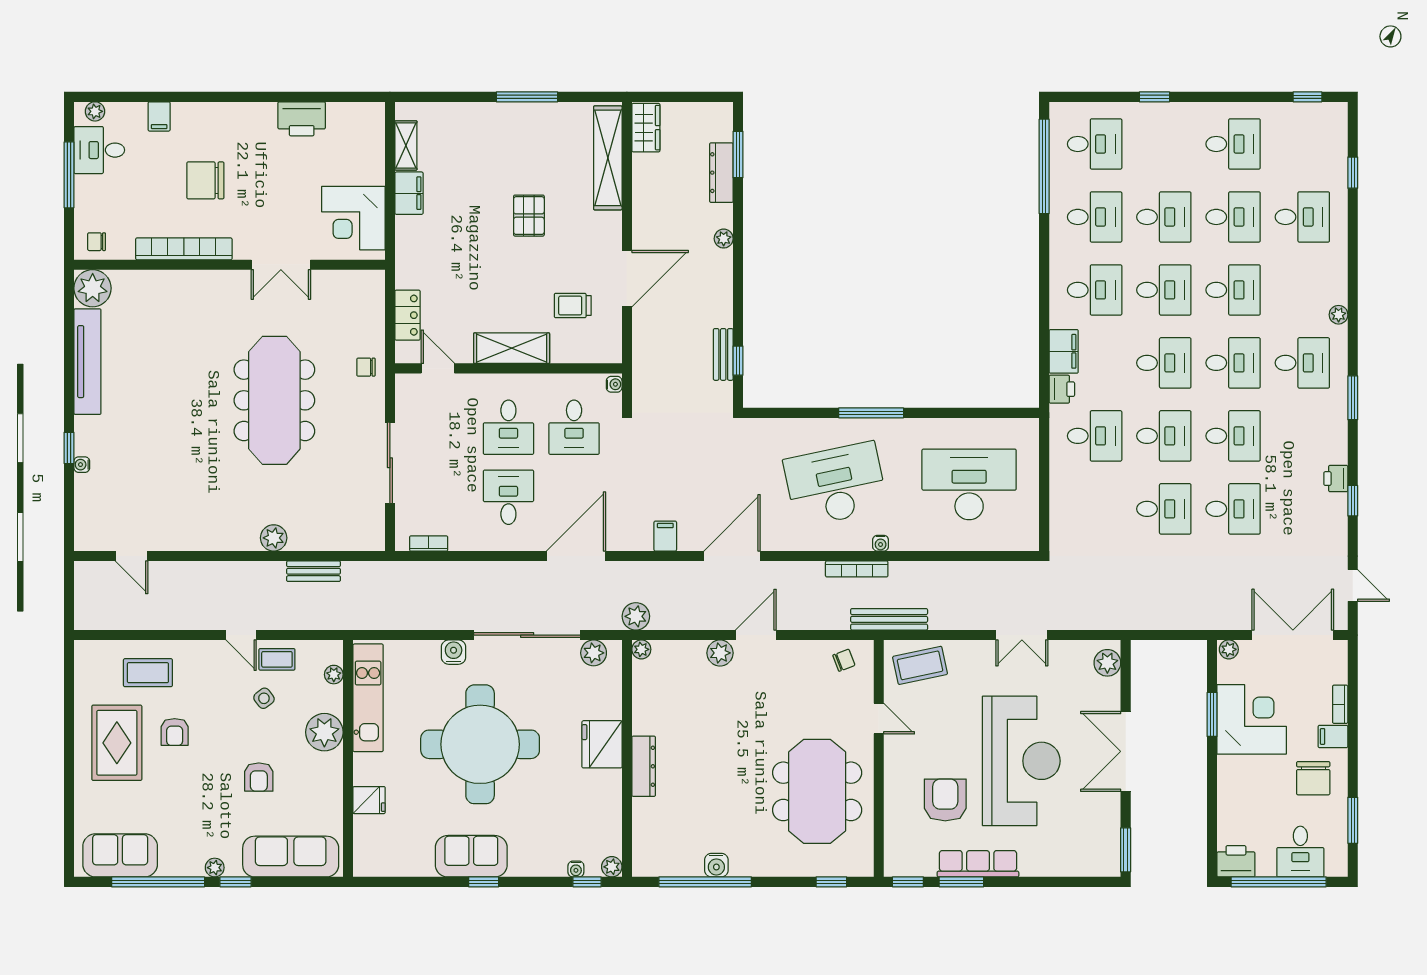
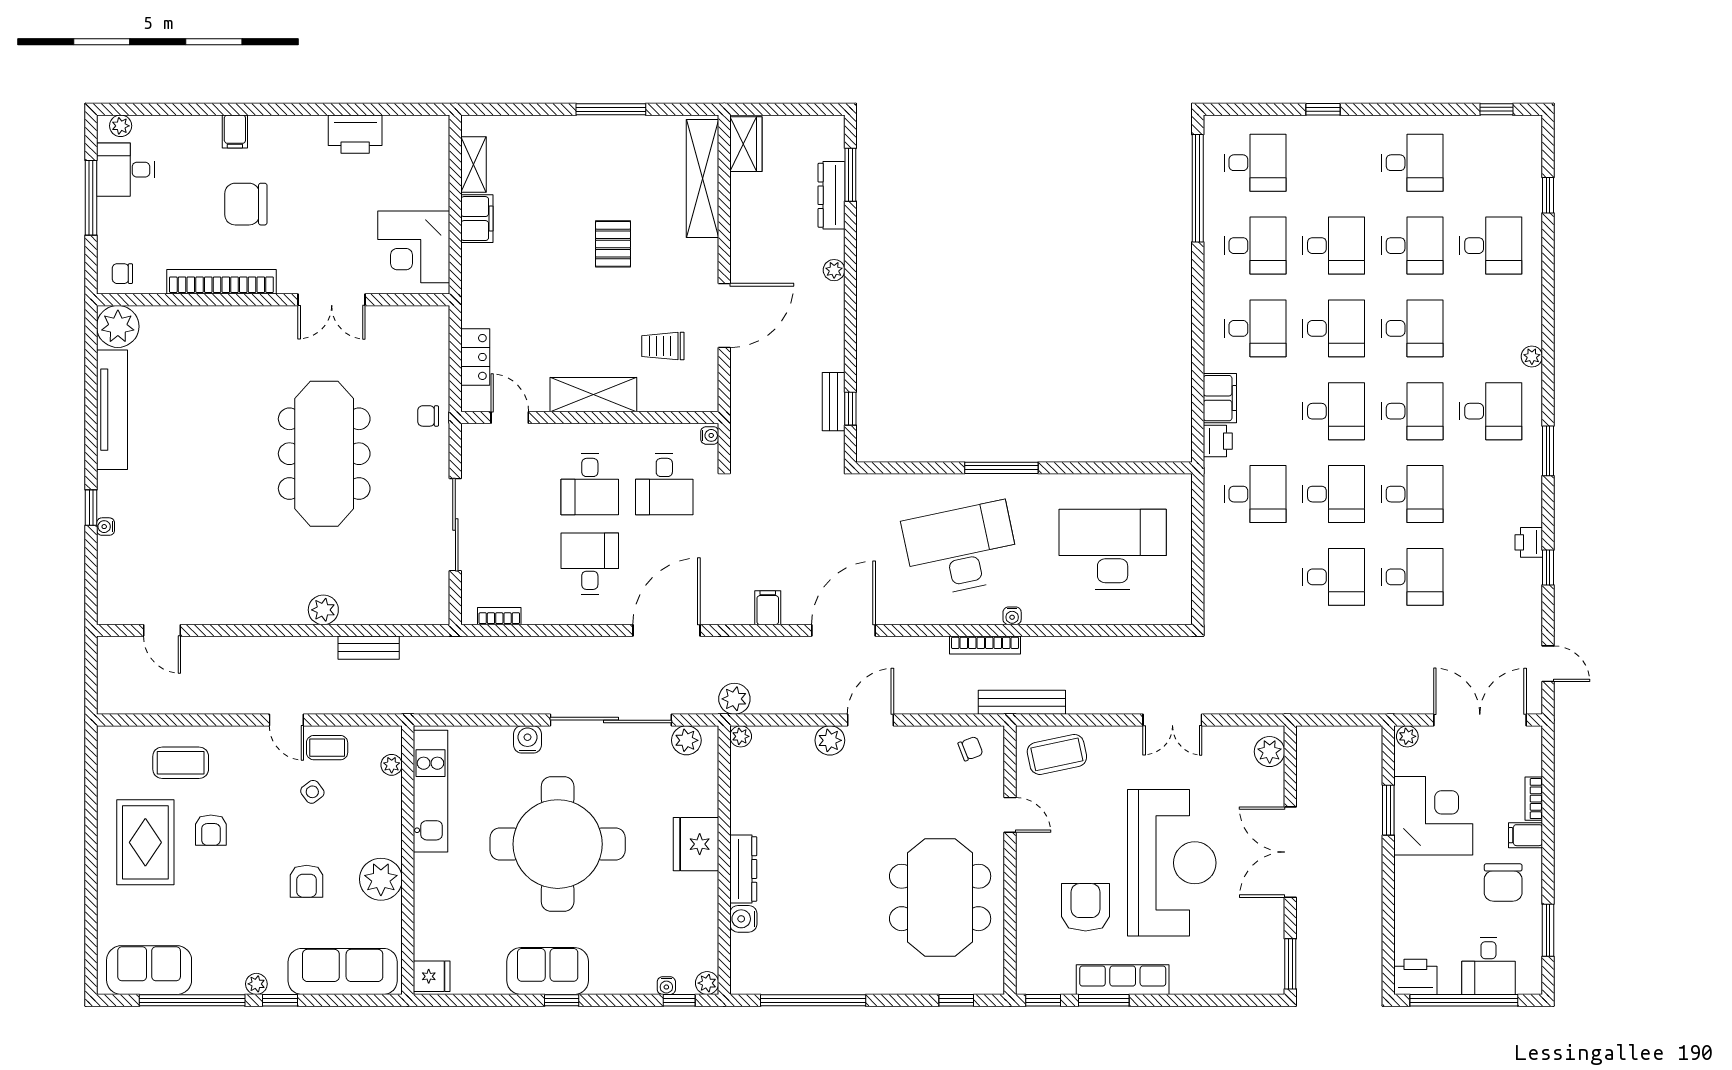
filing cabinet: (159, 116) -> (235, 131), moved
plant: (324, 732) -> (381, 879), moved
fridge: (369, 800) -> (432, 976), moved
water cooler: (716, 865) -> (743, 919), moved, turned 90

